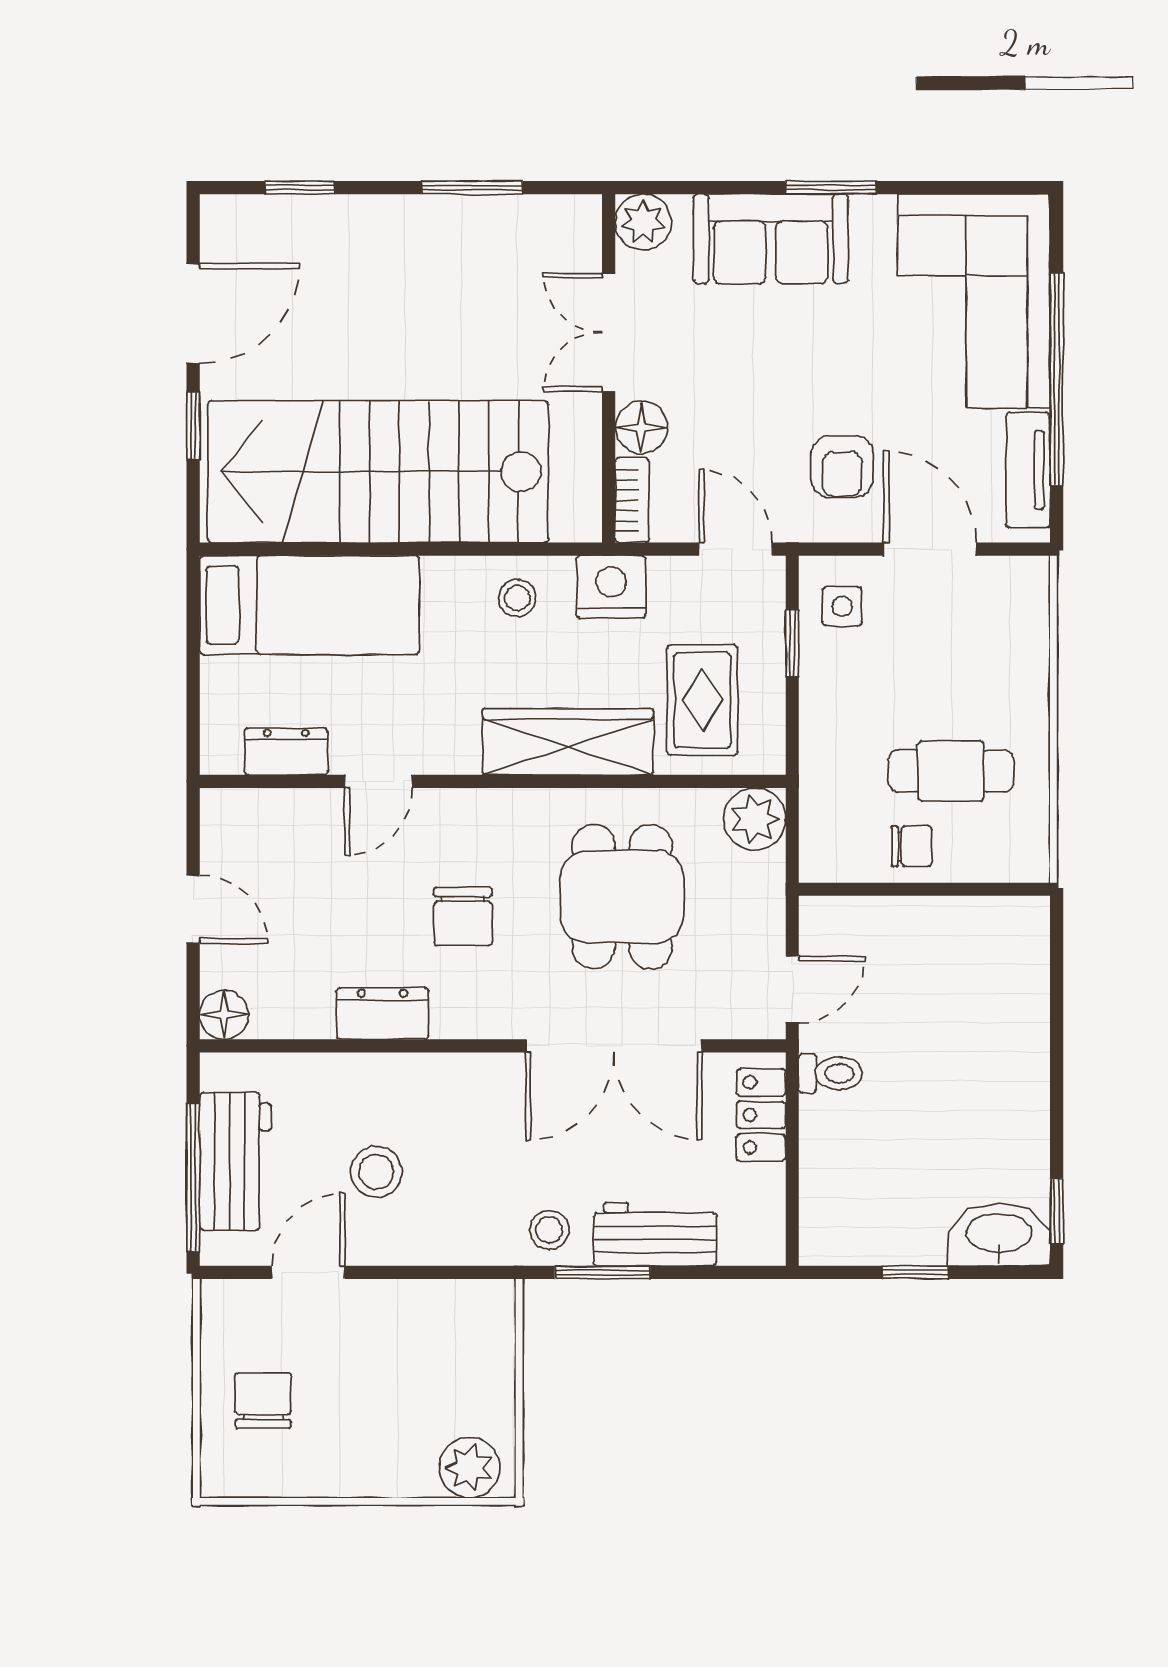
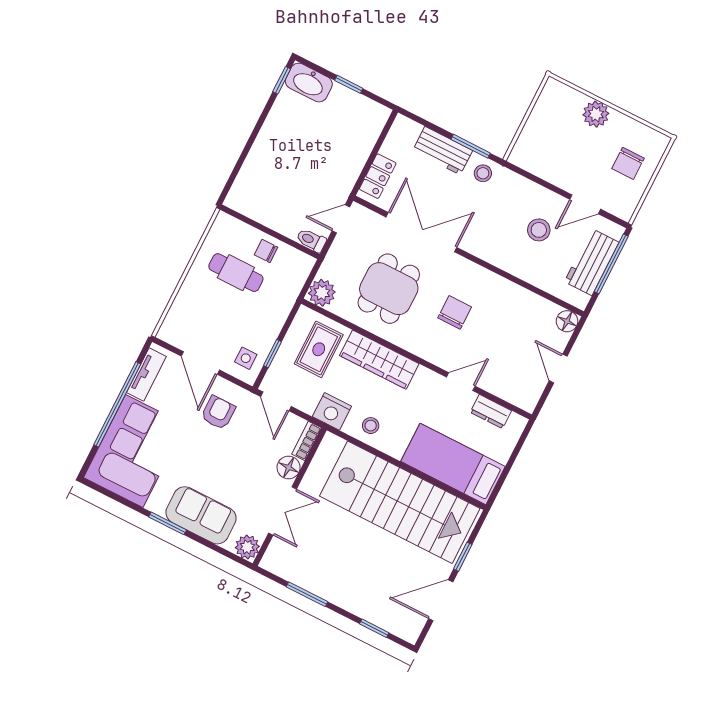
dresser: (382, 1013) -> (505, 290), removed
toilet: (831, 1073) -> (311, 240), moved
plant: (470, 1468) -> (596, 114), moved

